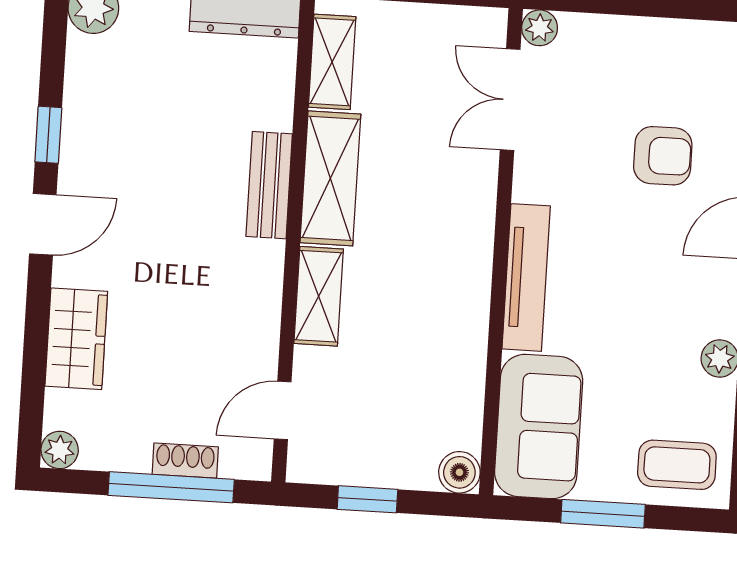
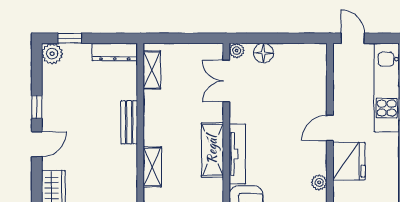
floor lamp: (604, 38) -> (263, 53), added
armchair: (663, 156) -> (291, 100), removed
shelving: (330, 178) -> (212, 150), moved

